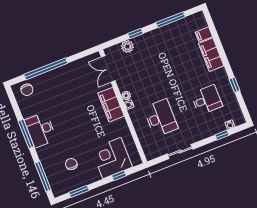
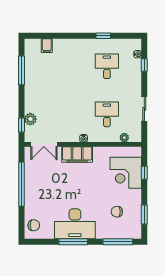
window: (135, 34) -> (22, 125), moved
filing cabinet: (211, 55) -> (68, 46), removed
window: (46, 69) -> (22, 184), moved
plant: (126, 96) -> (124, 138), moved
desk: (161, 118) -> (107, 114), width x0.73
desk: (41, 130) -> (75, 224), width x1.36, depth x1.30

